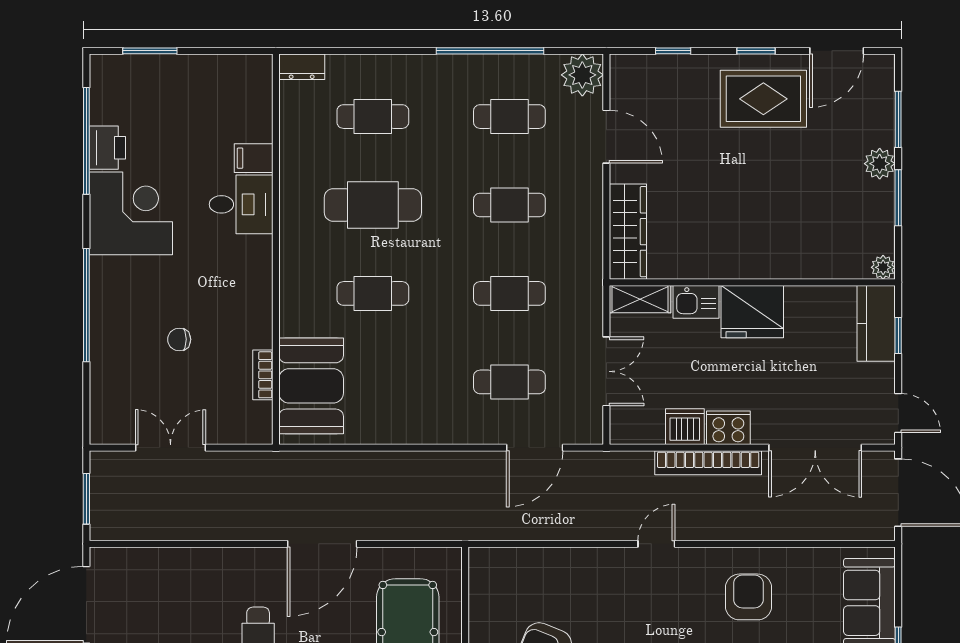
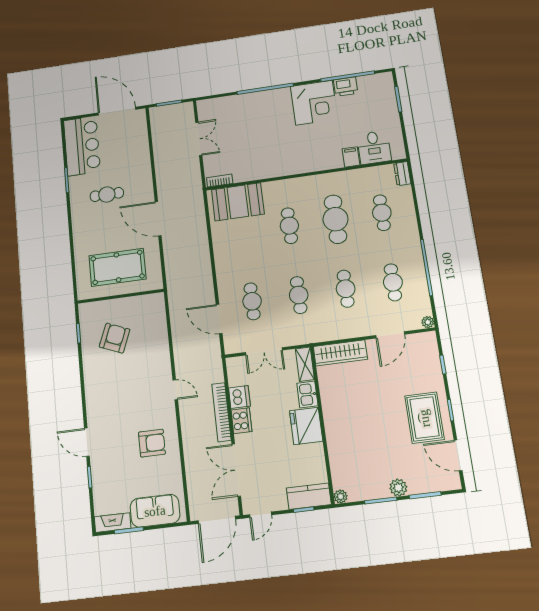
plant: (582, 75) -> (428, 322), width x0.53, depth x0.53
desk: (241, 204) -> (374, 147), moved
chair: (179, 339) -> (253, 135), removed
bookcase: (263, 375) -> (220, 181), moved

